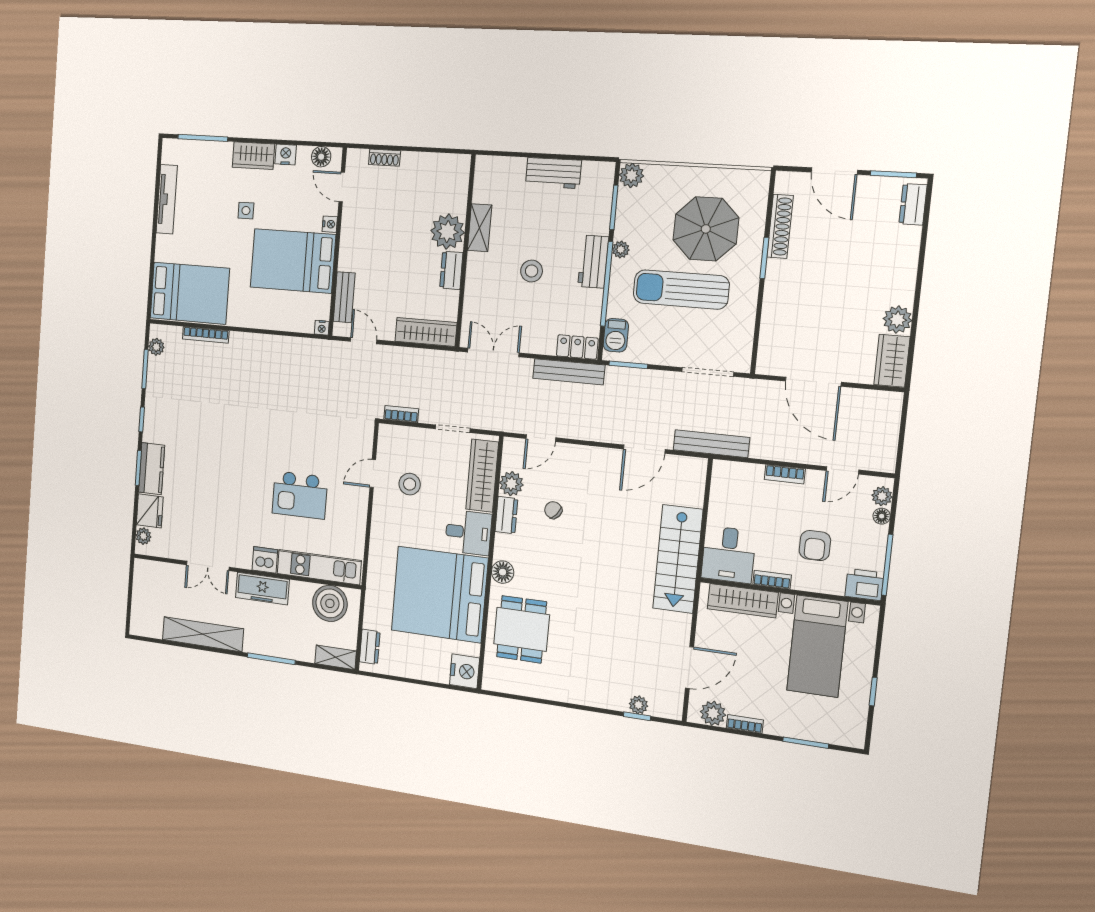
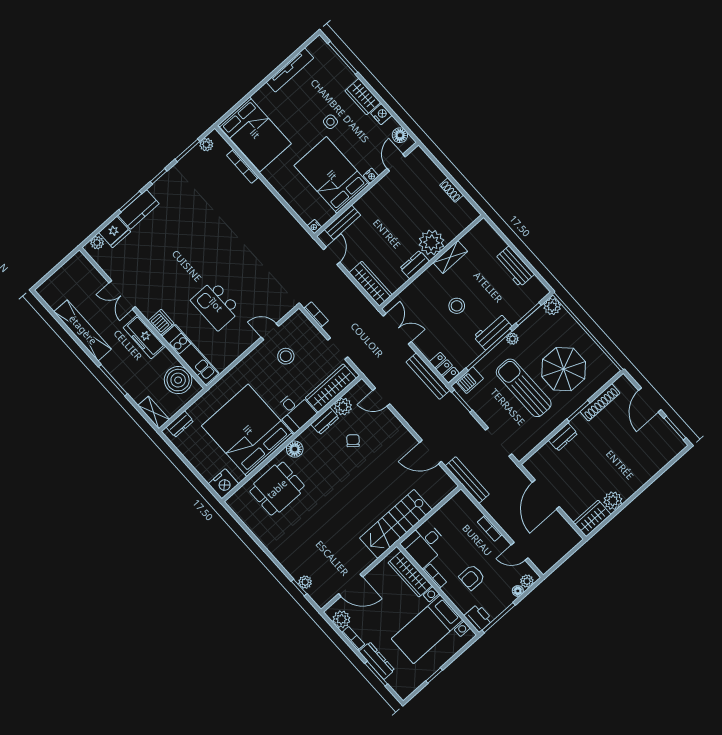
shoe rack: (384, 158) -> (452, 190), moved
dresser: (913, 204) -> (563, 437), moved, turned 180
dresser: (793, 728) -> (377, 661), added

